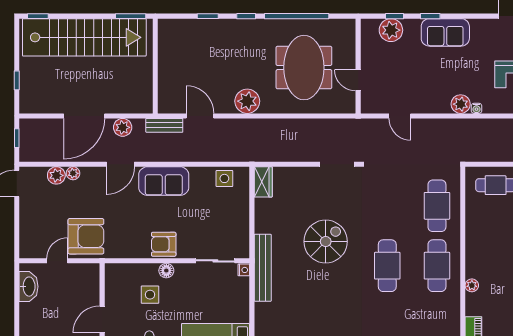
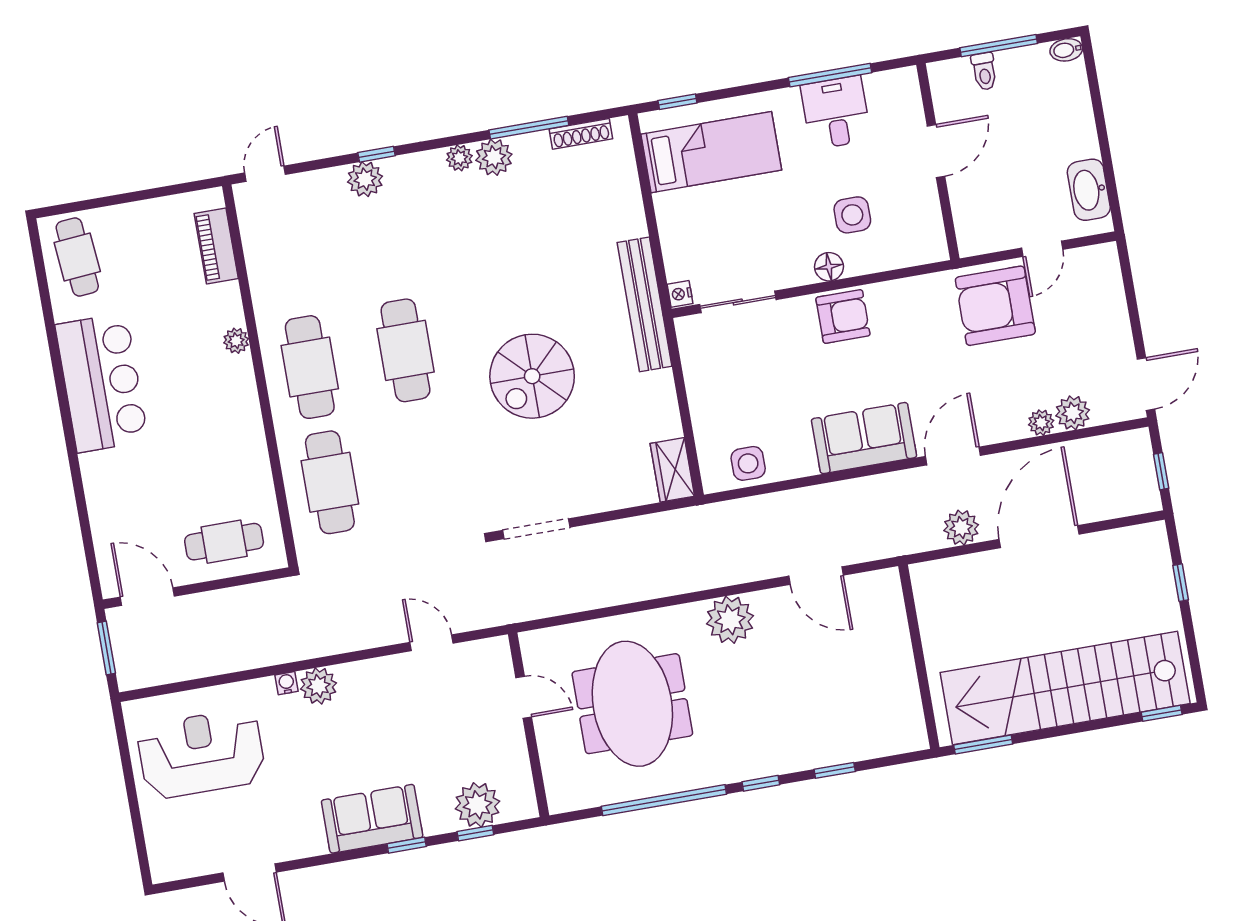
bench: (164, 125) -> (882, 546), removed

